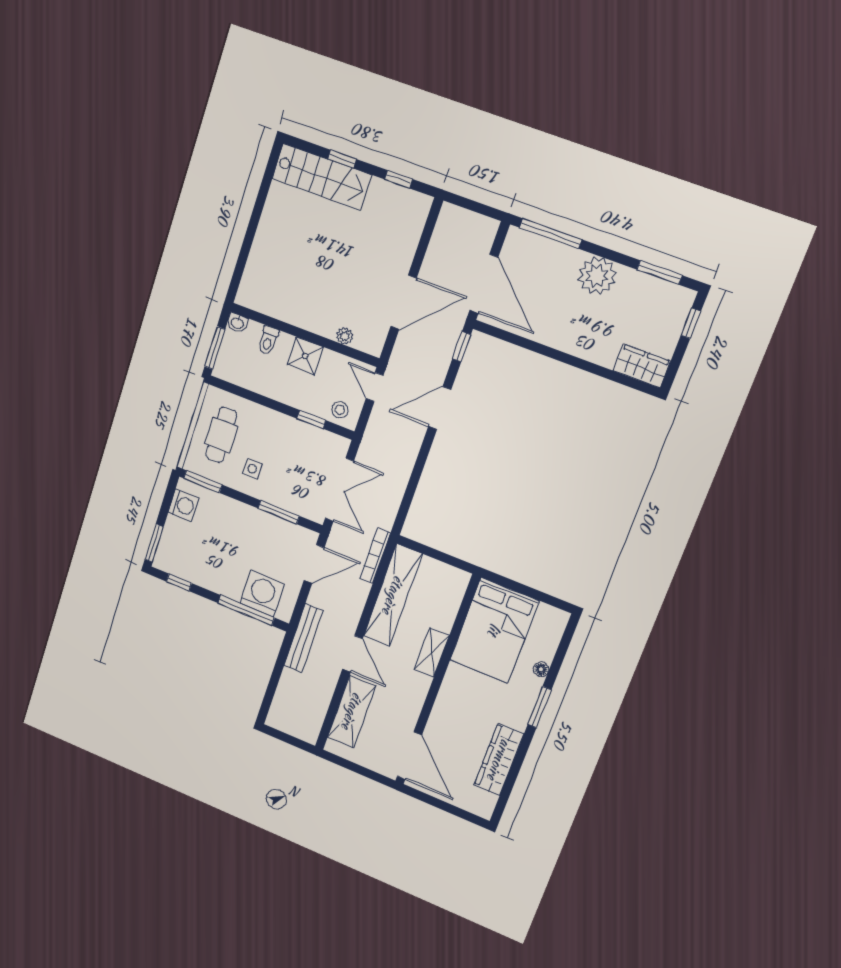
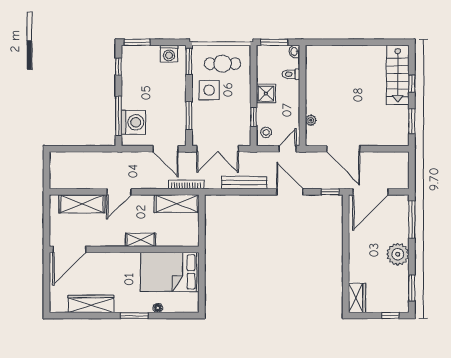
window: (399, 179) -> (412, 121), width x1.50
shower: (305, 356) -> (266, 94), moved
side table: (252, 469) -> (209, 90), width x1.87, depth x1.87
shelving: (393, 595) -> (177, 204), width x0.68
bench: (303, 638) -> (244, 183), moved

